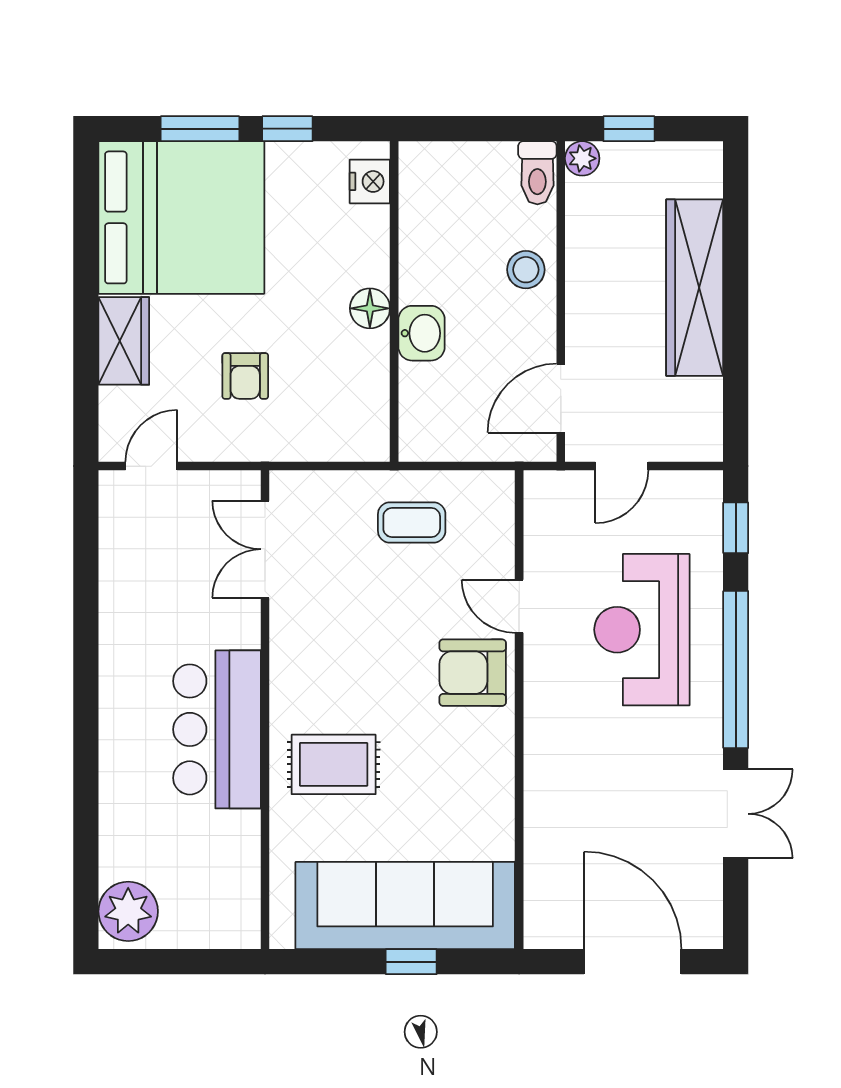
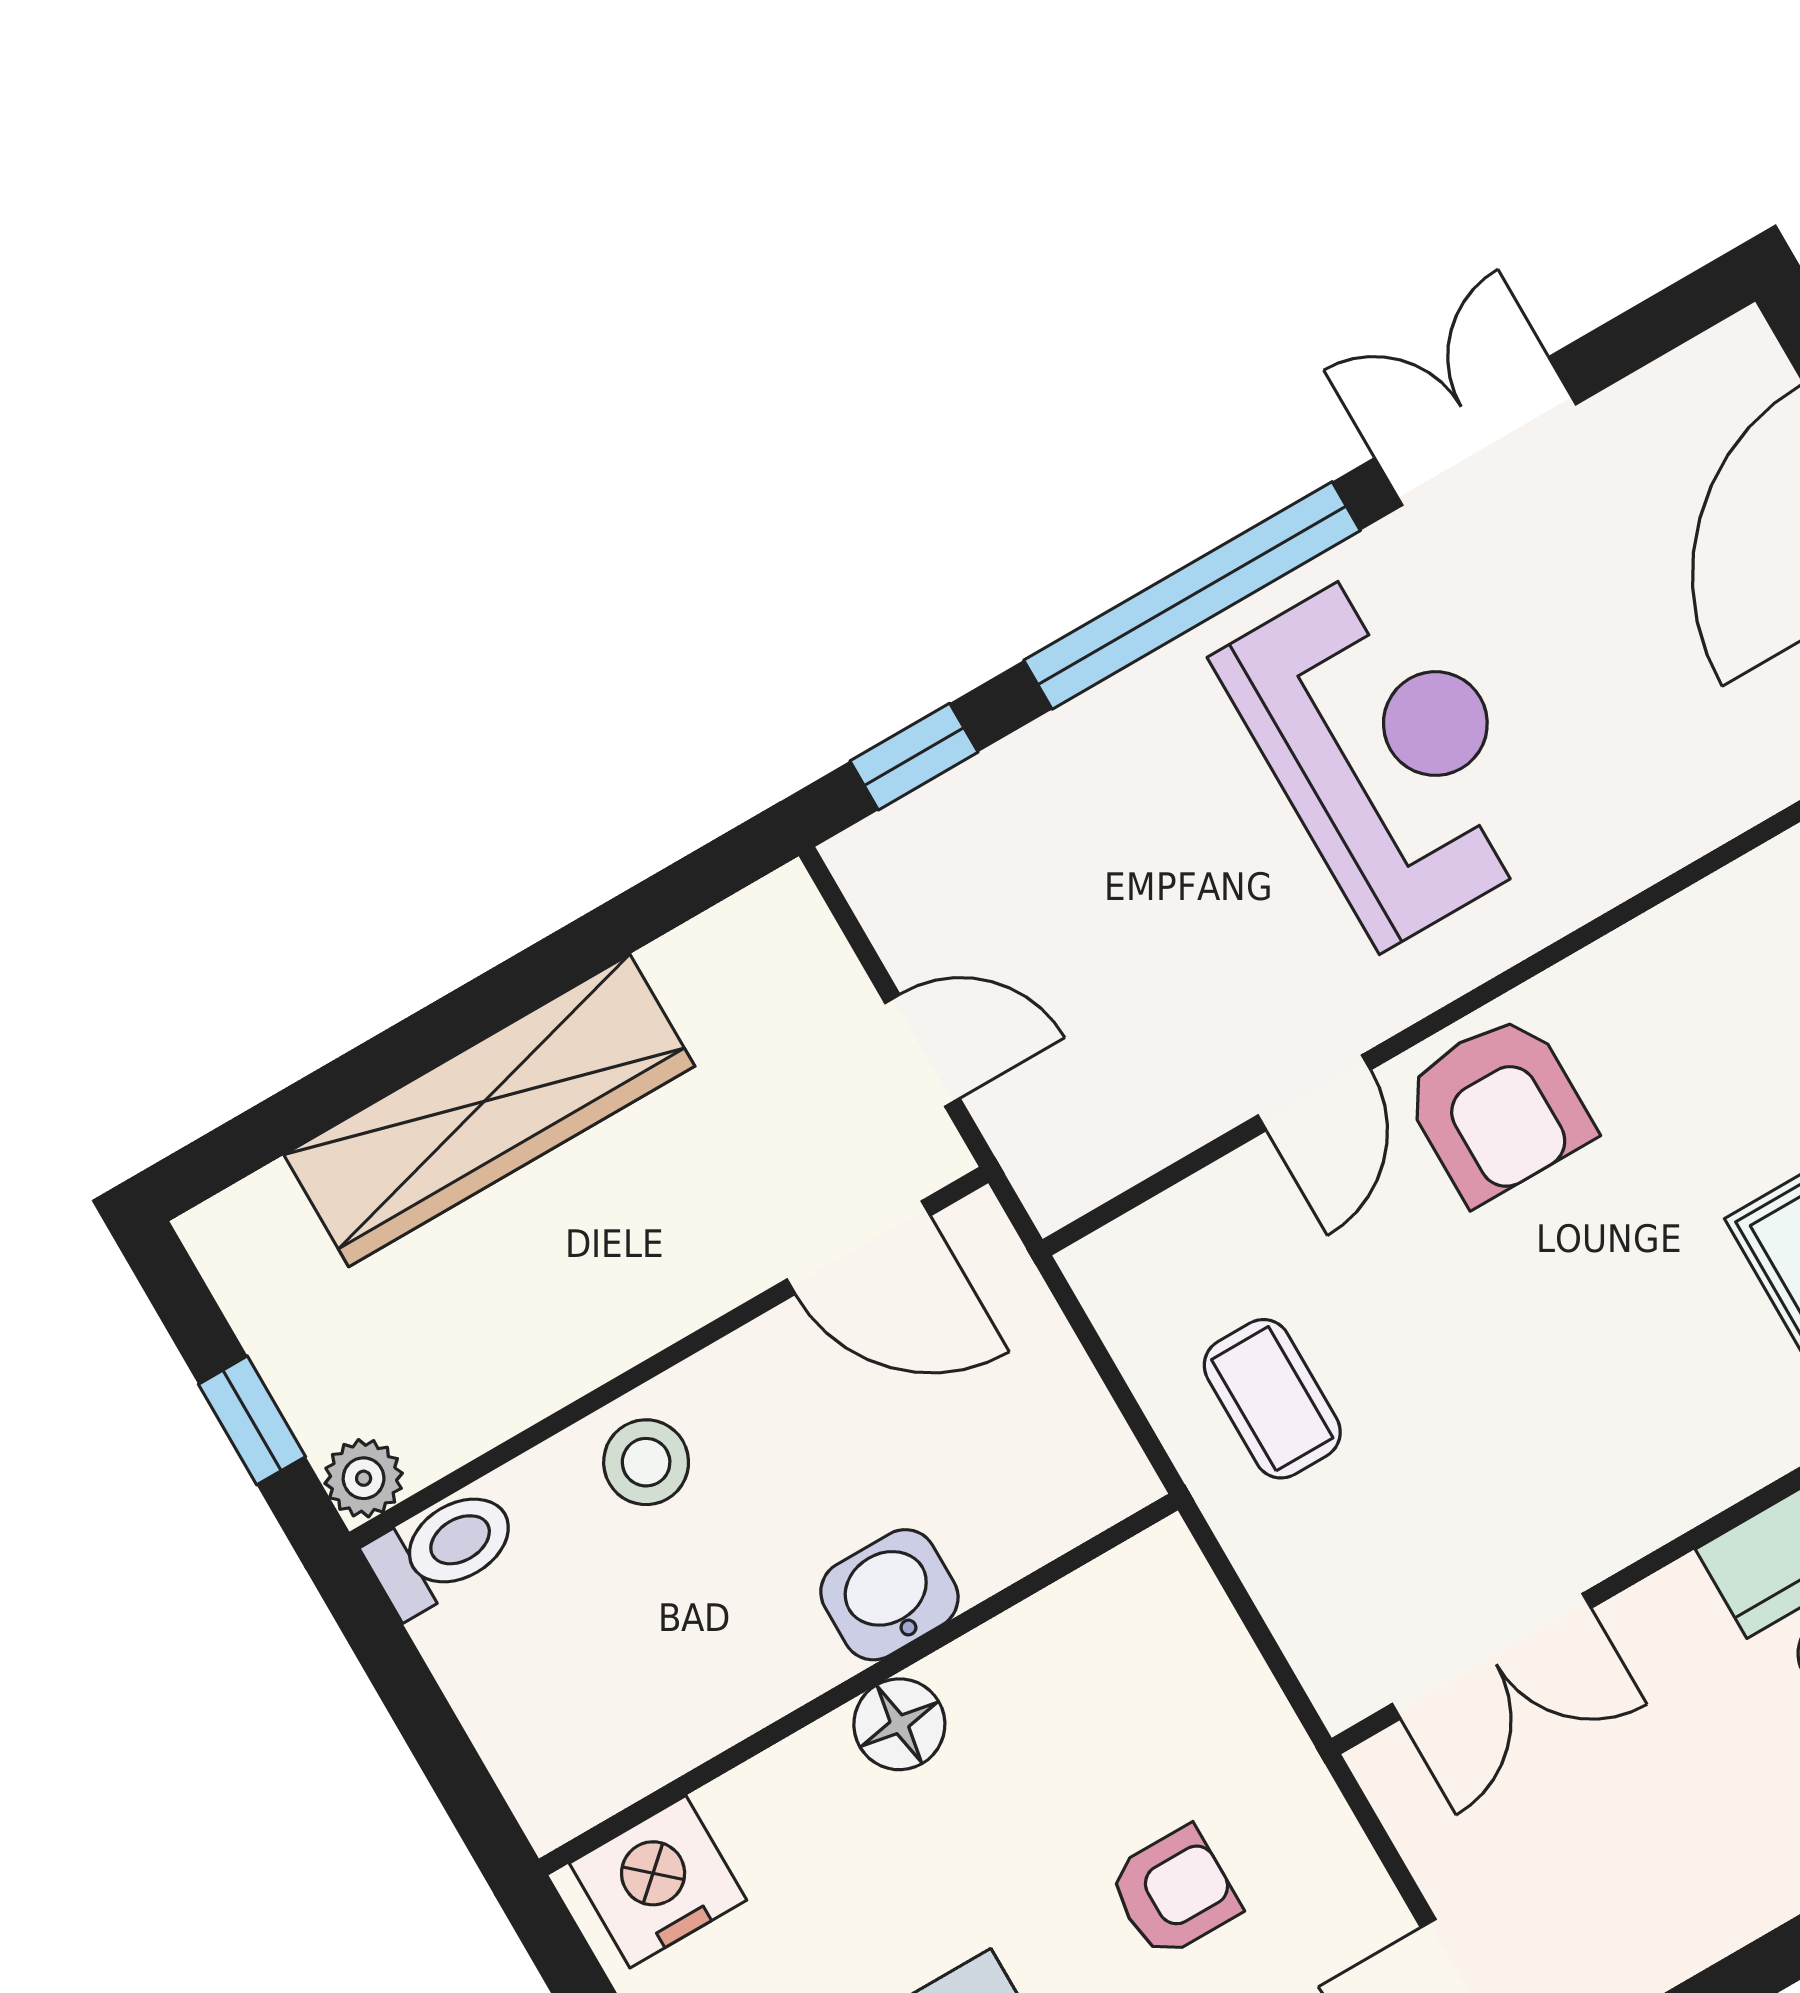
nightstand: (370, 181) -> (658, 1882), width x1.36, depth x1.33
reception desk: (642, 630) -> (1387, 752), moved, turned -90

